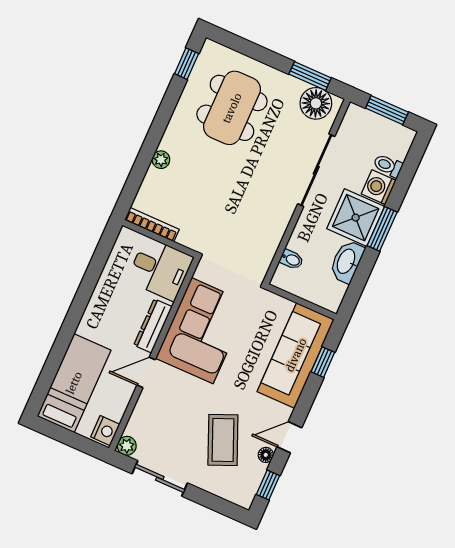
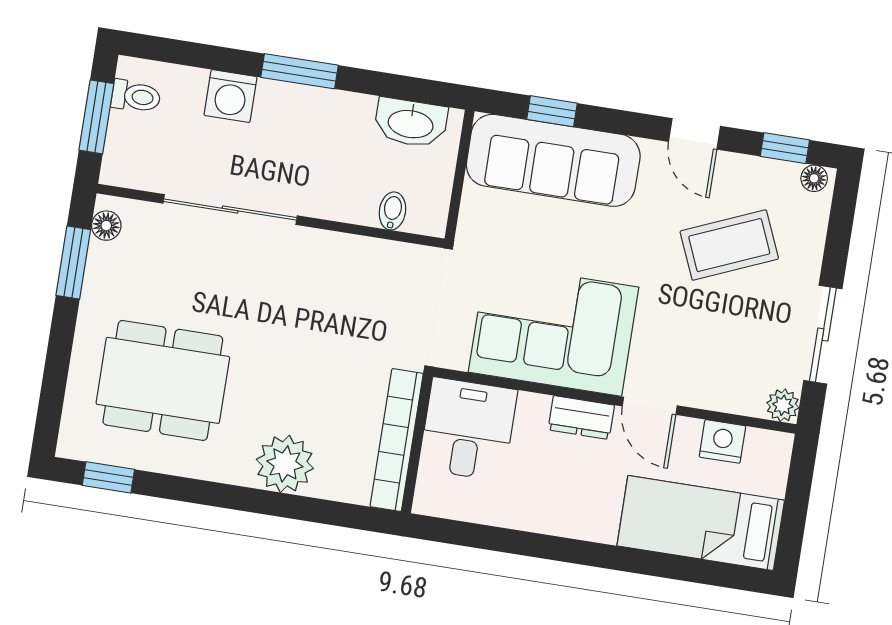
floor lamp: (316, 103) -> (106, 226), width x0.53, depth x0.53
plant: (161, 160) -> (285, 464), width x1.87, depth x1.87
toilet: (388, 166) -> (136, 96), moved, turned -90
shower: (356, 218) -> (292, 121), removed
bookcase: (152, 225) -> (397, 440), width x1.48, depth x1.31
washbasin: (347, 262) -> (411, 123), moved
dresser: (153, 326) -> (581, 417), width x0.70
nightstand: (105, 431) -> (722, 441), moved
floor lamp: (266, 455) -> (814, 178), moved

